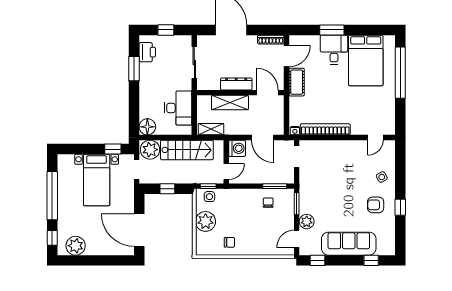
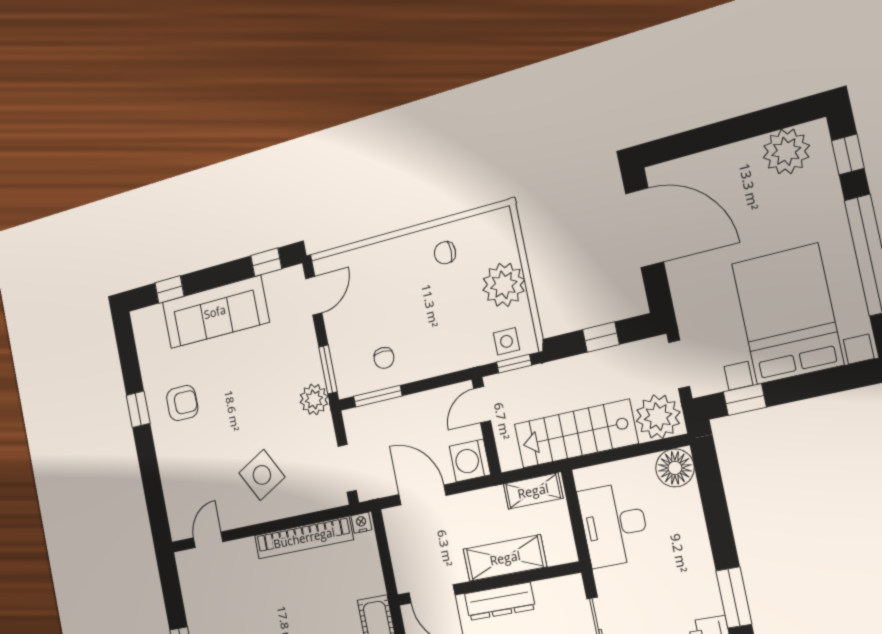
side table: (382, 177) -> (262, 475), moved, width x1.87, depth x1.87
bed with nightstands: (97, 180) -> (787, 314), width x1.36
plant: (307, 222) -> (314, 399), moved

